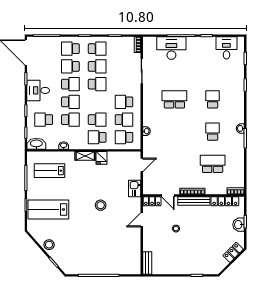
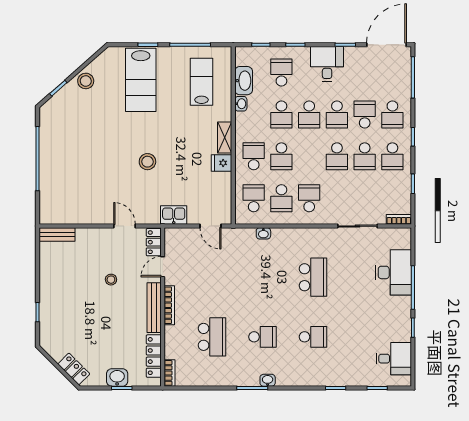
school desk: (70, 49) -> (392, 114), turned 180
washbasin: (36, 144) -> (244, 81), moved
lab bench: (48, 209) -> (141, 80), turned 180

